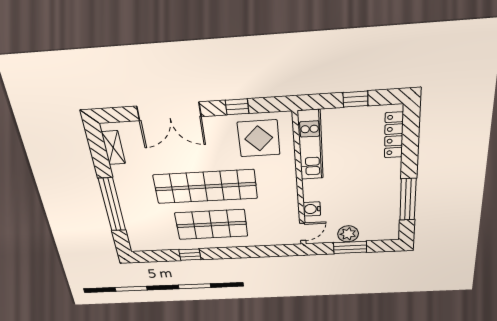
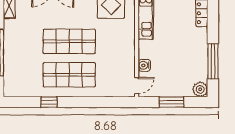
shop shelf: (205, 187) -> (69, 41), width x0.71
plant: (348, 234) -> (200, 89), moved

